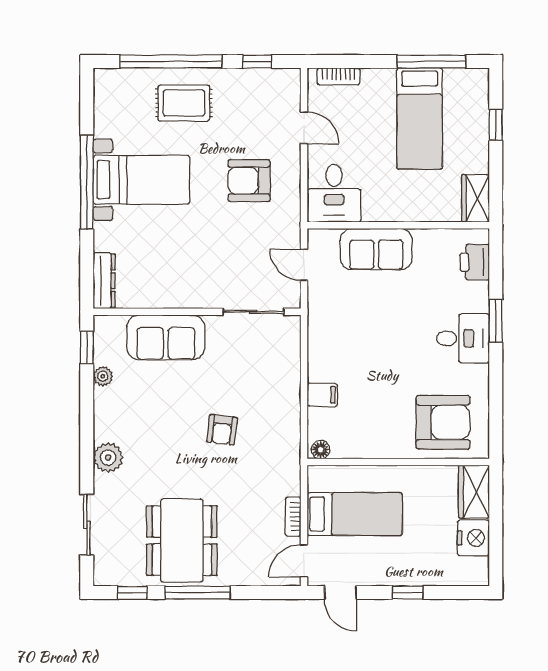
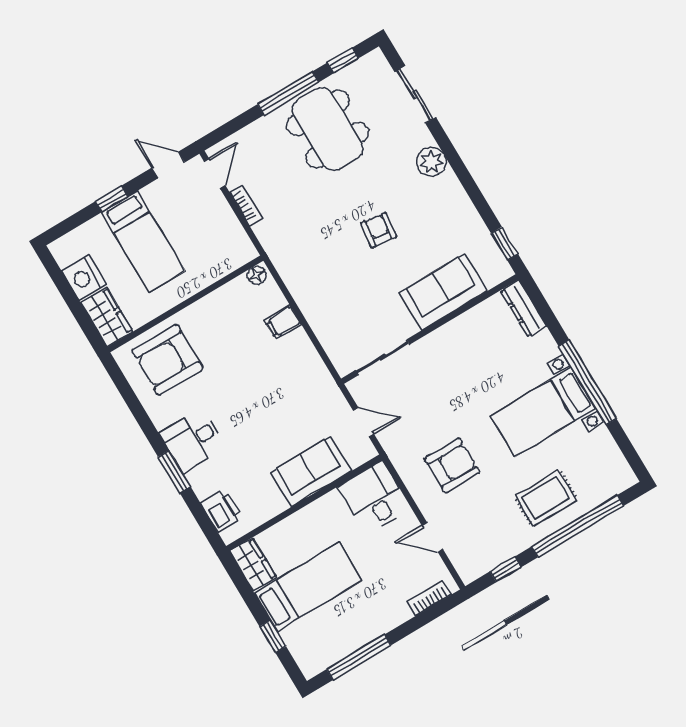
bed: (420, 119) -> (308, 587), moved, turned 90
plant: (103, 376) -> (477, 227), removed
armchair: (222, 430) -> (379, 230), moved
bed: (355, 514) -> (143, 242), moved, turned -90

